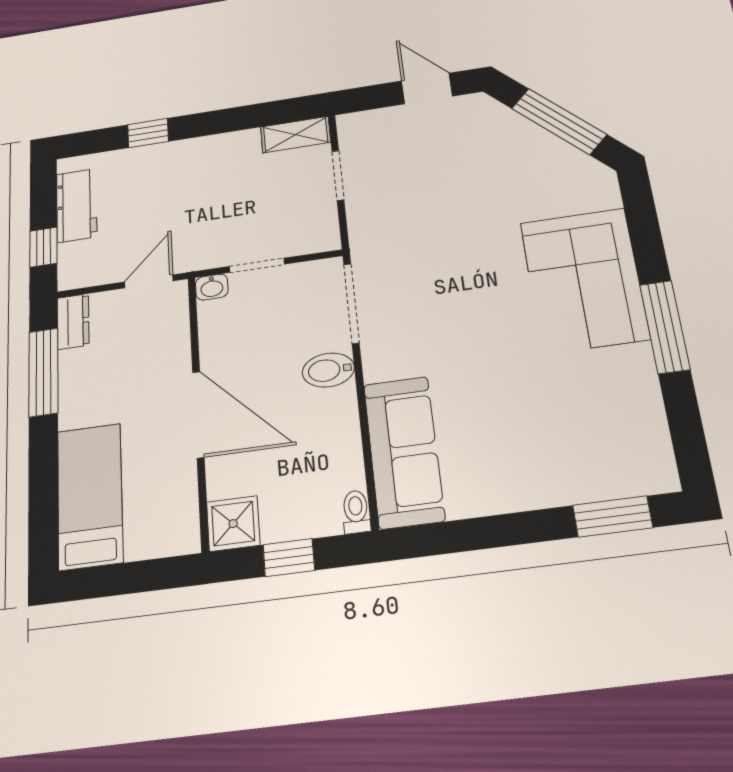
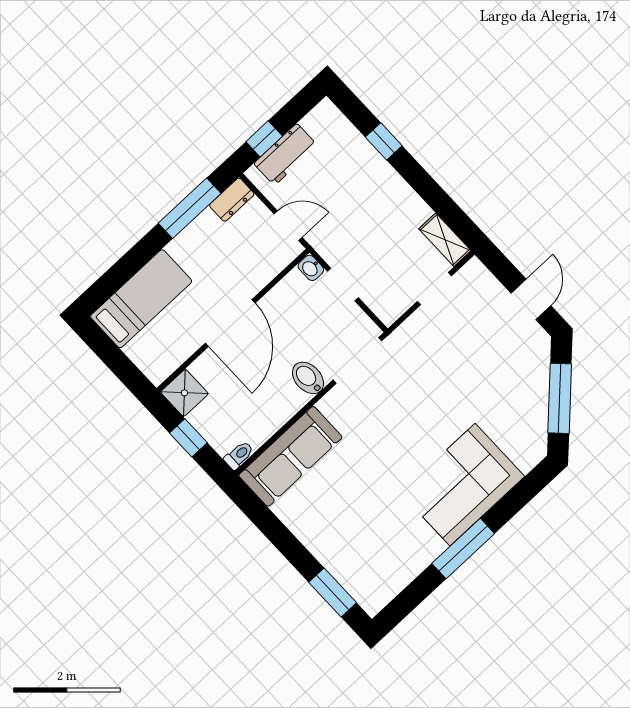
workbench: (77, 205) -> (286, 154), moved

